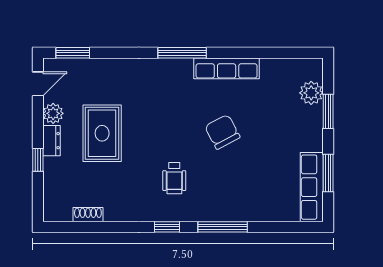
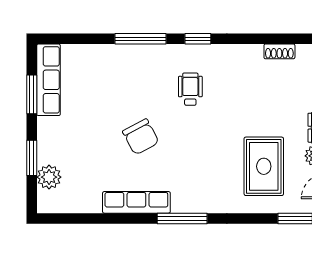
rug: (102, 133) -> (264, 166), moved

